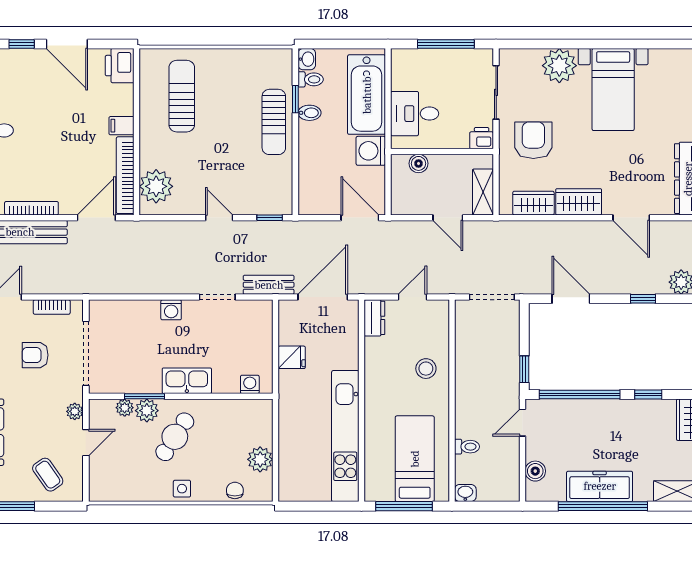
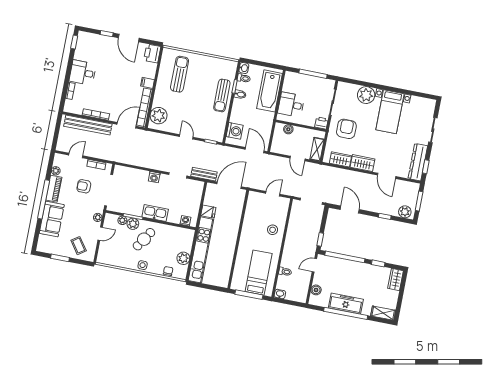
washing machine: (371, 151) -> (235, 131), moved, turned 180
dresser: (374, 318) -> (252, 200), removed
kitchen unit: (345, 436) -> (201, 250), moved, turned 180

